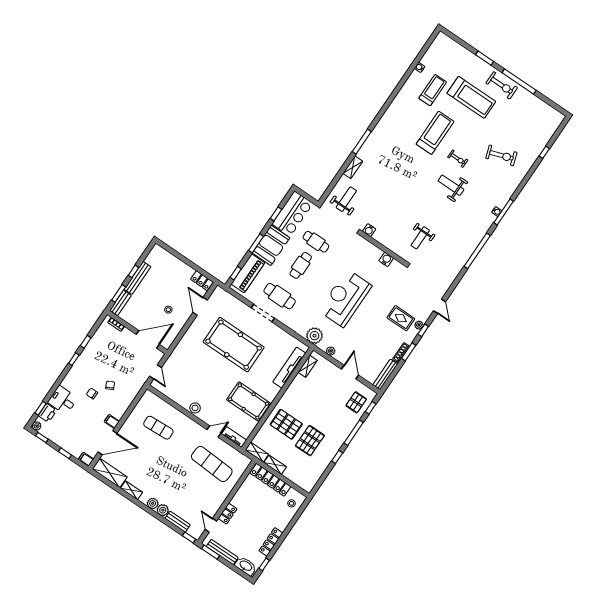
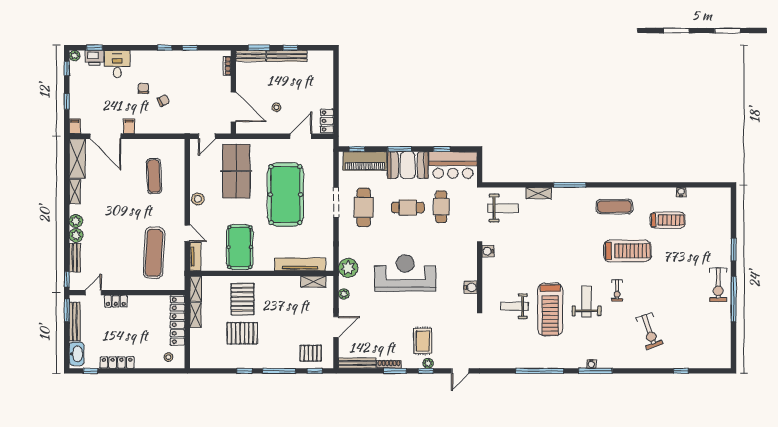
treadmill: (471, 97) -> (550, 309), moved
exercise mat: (398, 121) -> (614, 207), added
table tennis table: (194, 368) -> (236, 171), added

